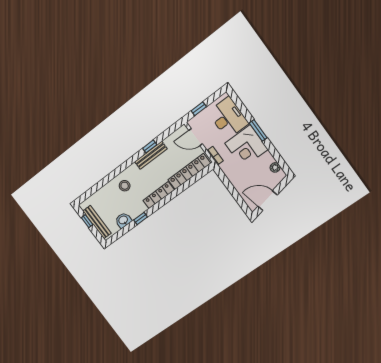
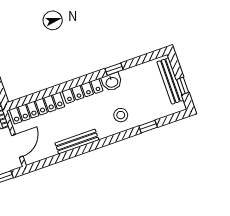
door: (196, 137) -> (17, 146), hinge flipped
window: (150, 146) -> (148, 127), moved
washbasin: (123, 220) -> (112, 82), moved

